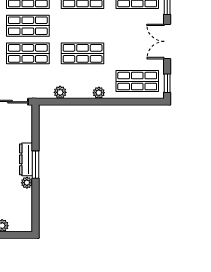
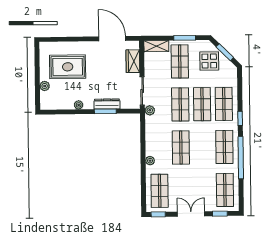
plant: (60, 92) -> (150, 110), moved
dresser: (26, 159) -> (107, 104), moved
window: (35, 165) -> (105, 111), moved

